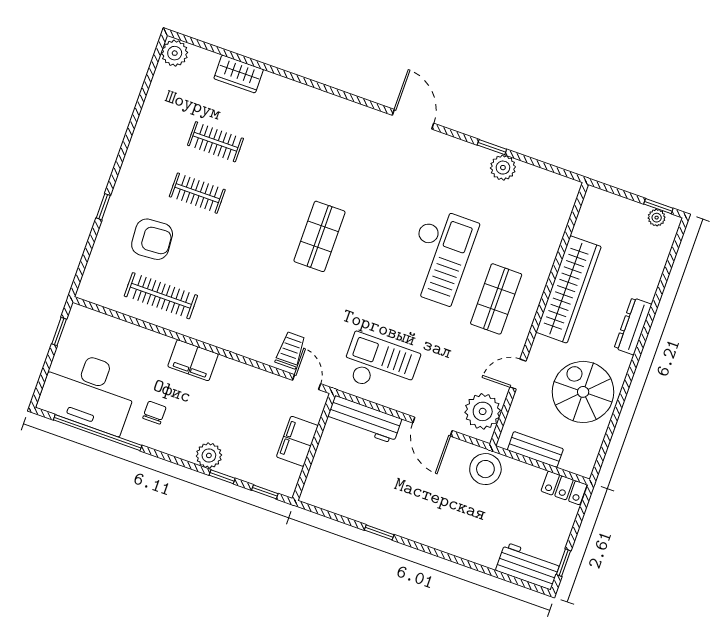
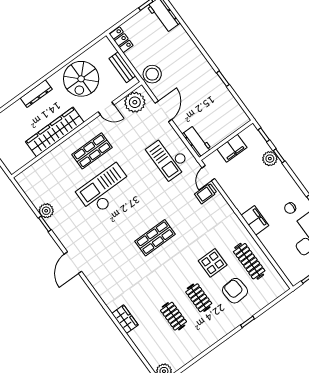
wardrobe: (239, 74) -> (125, 319), moved
display table: (212, 257) -> (213, 263), added
workbench: (364, 420) -> (197, 141), width x0.73
plant: (209, 455) -> (270, 159), moved

